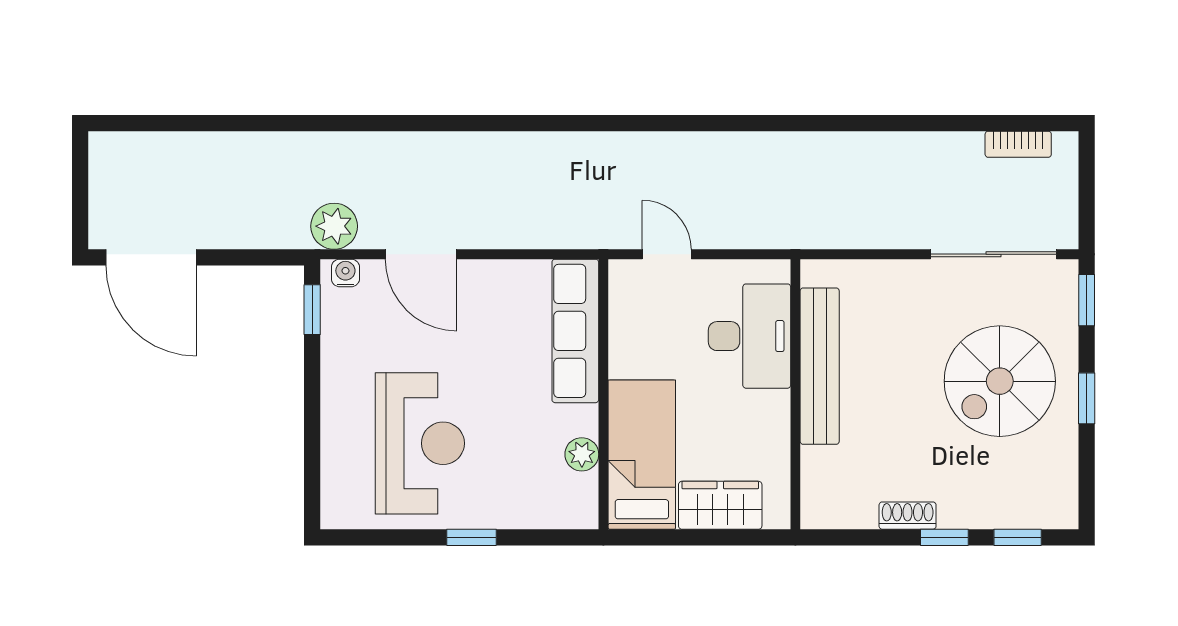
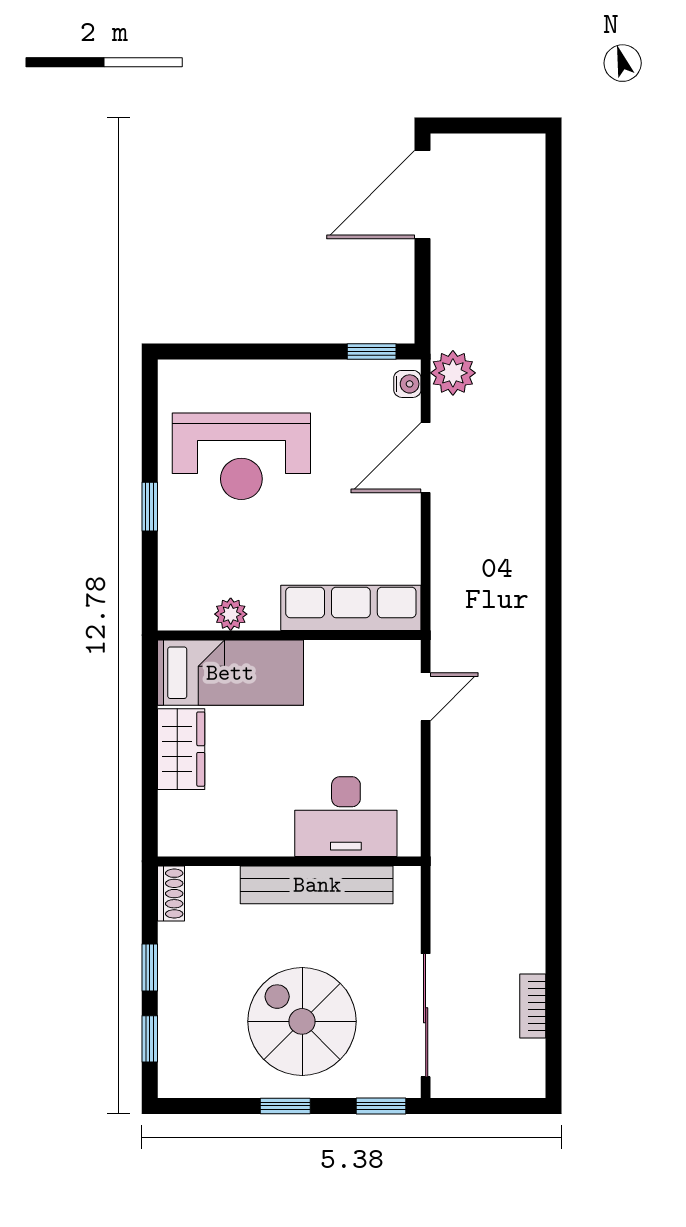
bookcase: (1018, 144) -> (533, 1006), moved
desk: (749, 336) -> (346, 817), moved
bench: (820, 366) -> (317, 885), moved
wall: (795, 394) -> (289, 861), moved
shoe rack: (908, 516) -> (171, 894), moved

